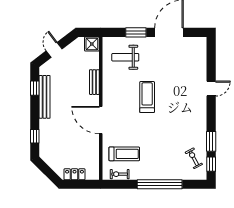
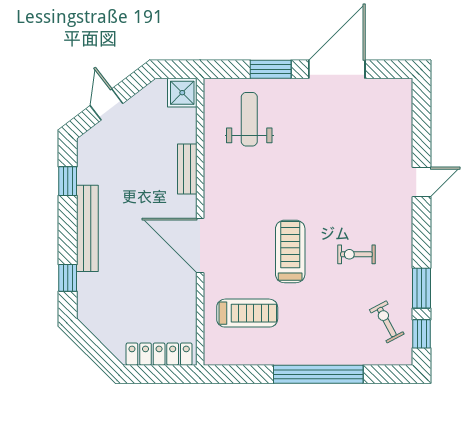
weight bench: (125, 57) -> (249, 119), turned 90
bench: (45, 97) -> (87, 228), moved
treadmill: (147, 97) -> (290, 251), moved
locker: (75, 174) -> (159, 354), width x1.53
exercise bike: (120, 174) -> (356, 254), moved

